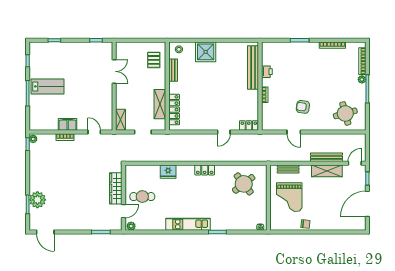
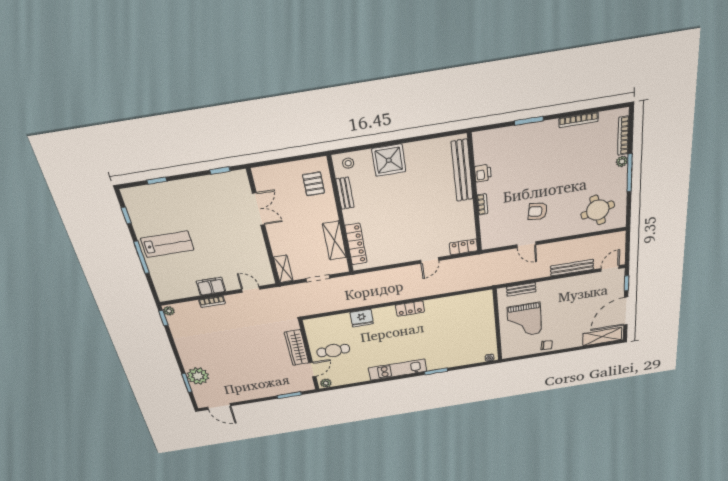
shelving: (327, 171) -> (602, 337), moved
round table: (244, 184) -> (464, 316), removed

